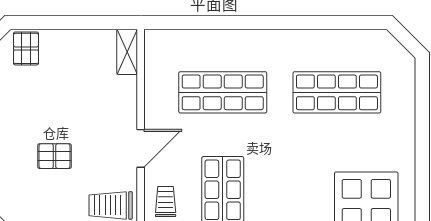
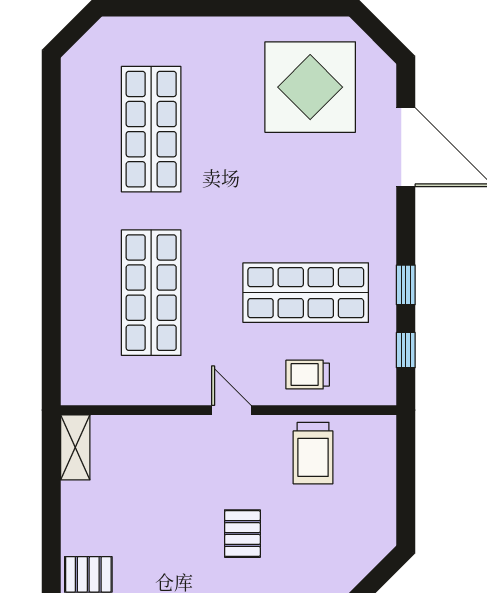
shelving: (127, 52) -> (75, 447), moved, turned 90
door: (141, 148) -> (231, 410), width x0.73

